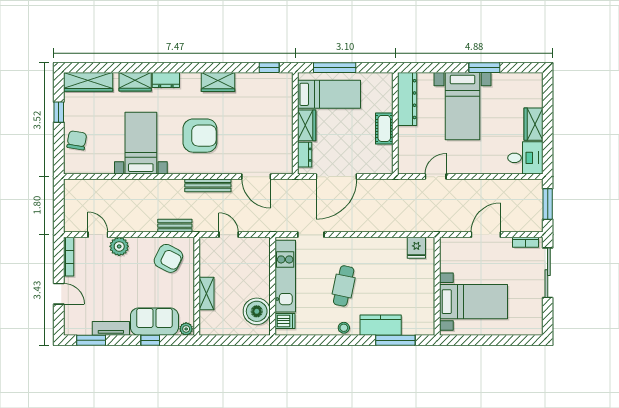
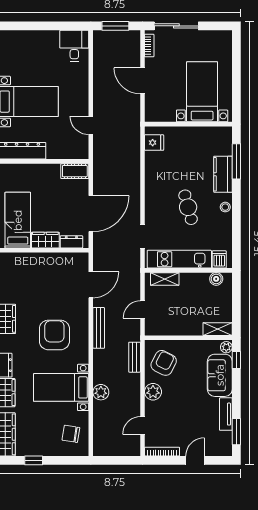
wardrobe: (533, 124) -> (44, 39), removed
cot: (384, 128) -> (75, 171), moved
chair: (77, 140) -> (71, 434), moved
door: (336, 177) -> (91, 214), hinge flipped
plant: (135, 188) -> (101, 392), added
plant: (119, 246) -> (153, 392), moved
shelving: (263, 260) -> (165, 279), added
cafe table: (344, 286) -> (188, 207), turned 63
shelving: (207, 293) -> (218, 329), moved
boiler: (257, 311) -> (216, 279), width x0.54, depth x0.54
window: (150, 340) -> (236, 360), moved

